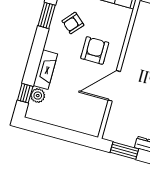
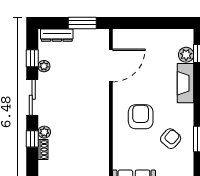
armchair: (95, 50) -> (141, 117), turned 180
door: (114, 86) -> (111, 65), moved

